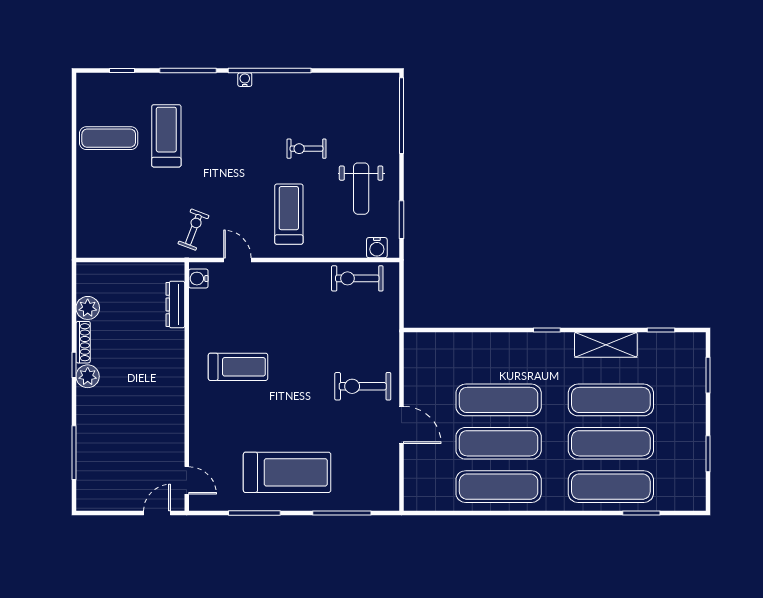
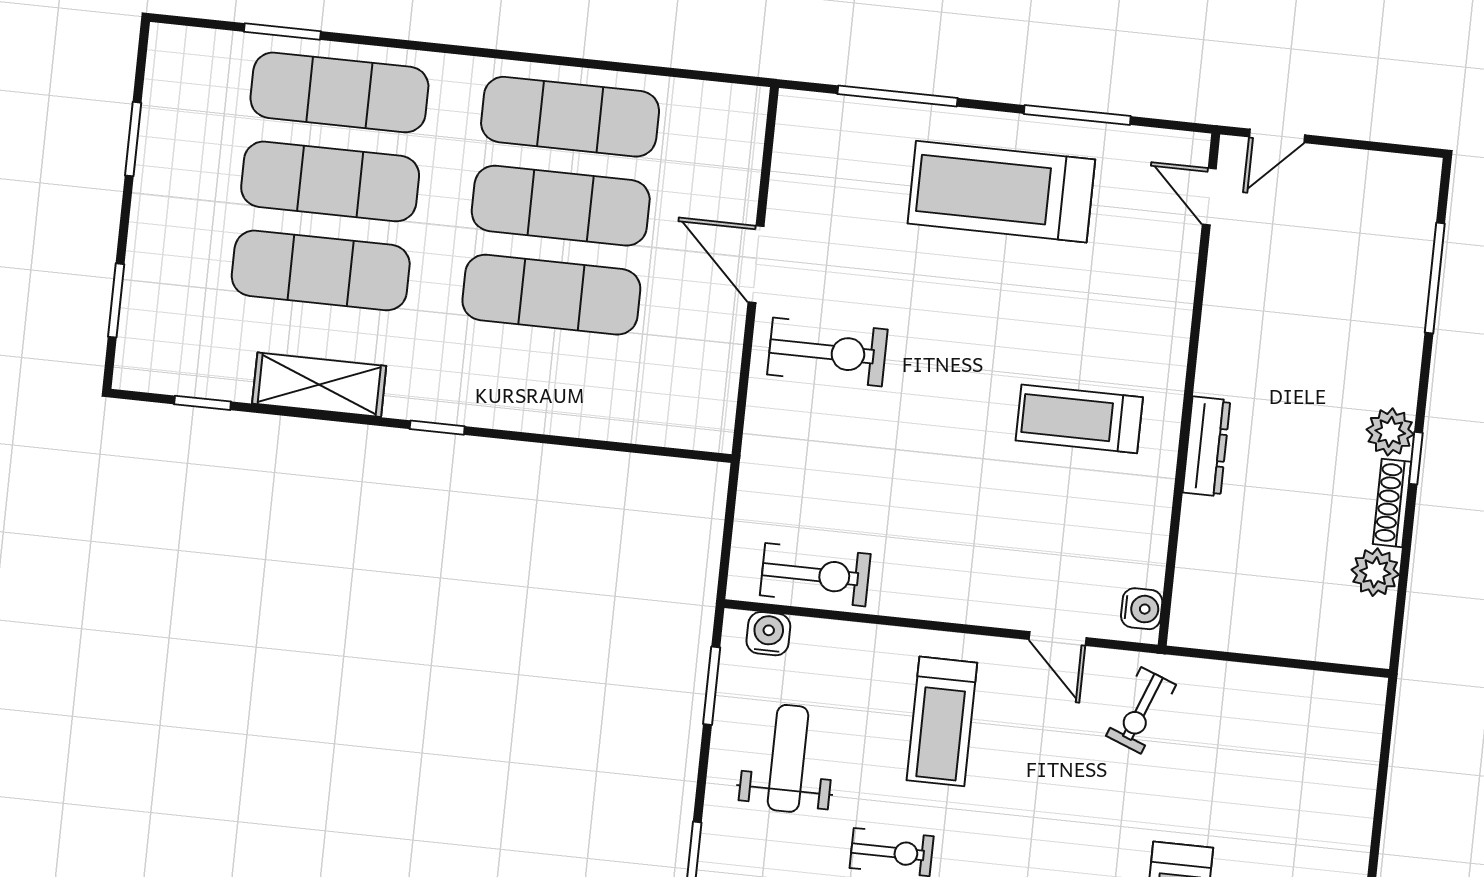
dresser: (175, 304) -> (1206, 446), moved

